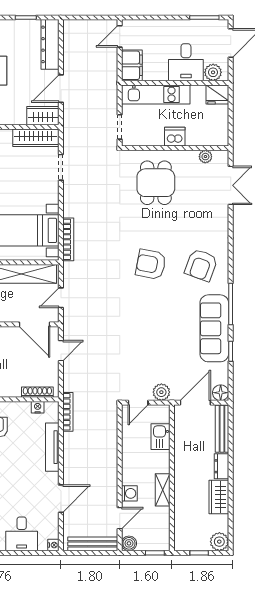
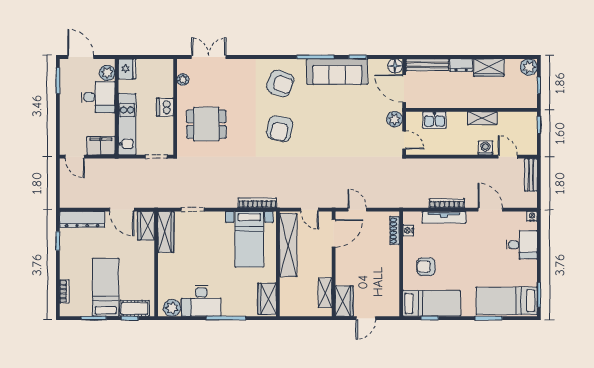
bookcase: (68, 412) -> (447, 203), moved
boiler: (129, 543) -> (530, 148), removed
bench: (93, 544) -> (531, 175), width x0.73

